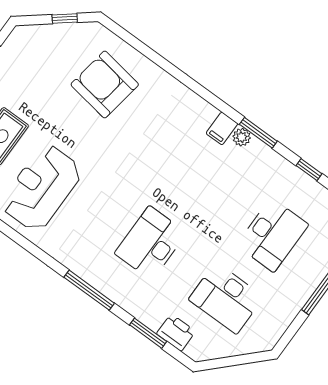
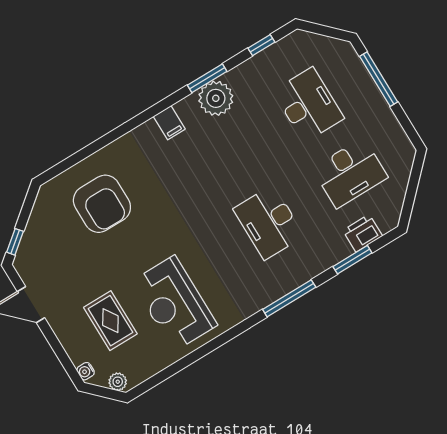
window: (65, 19) -> (15, 242), moved
armchair: (105, 84) -> (102, 204), turned -99
filing cabinet: (222, 128) -> (169, 123), moved
plant: (242, 137) -> (216, 98), width x1.87, depth x1.87

